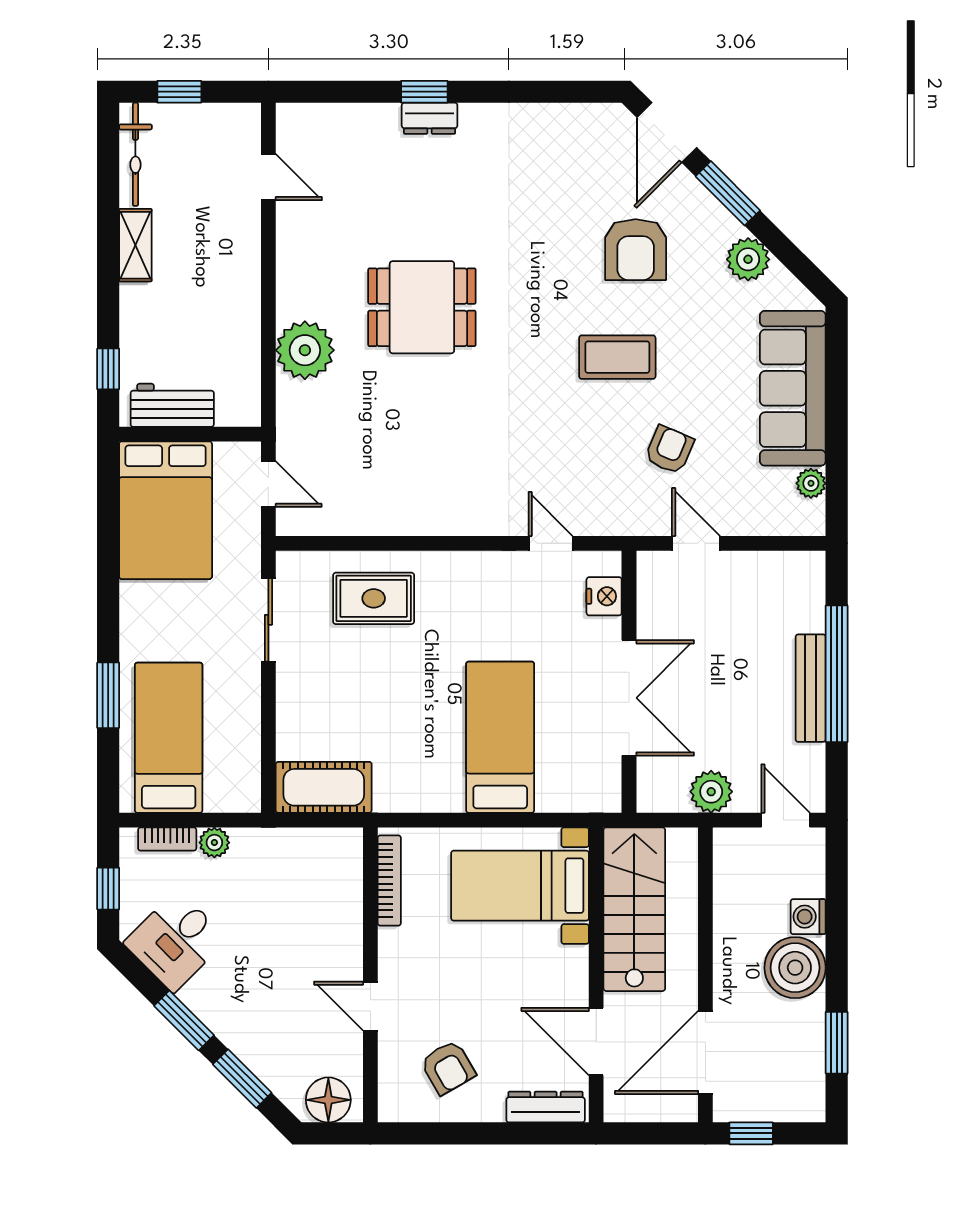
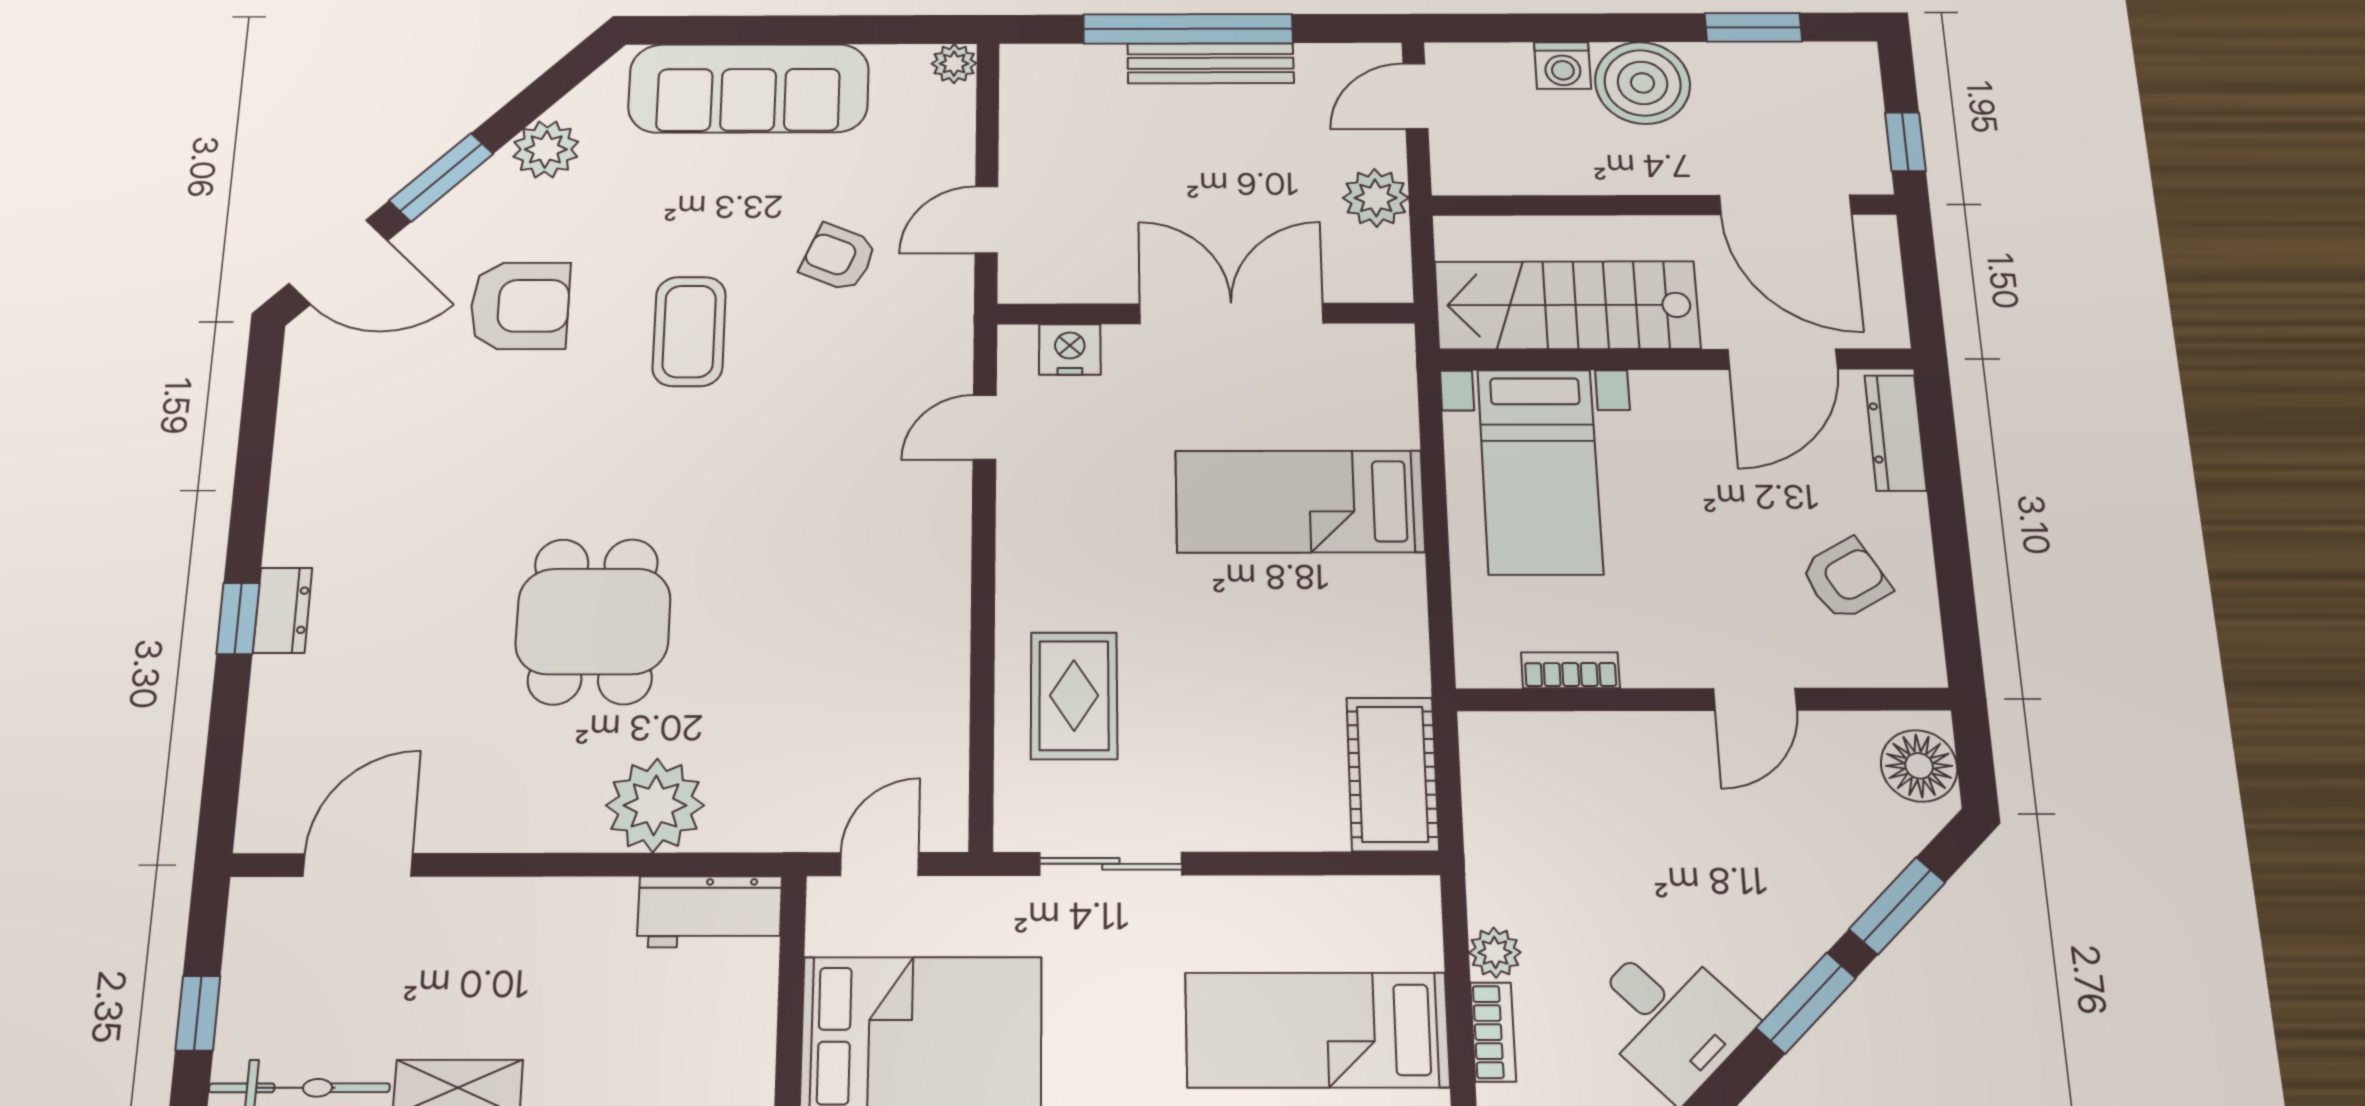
door: (268, 177) -> (358, 865), width x1.38
workbench: (172, 405) -> (710, 912), moved, turned -90
plant: (811, 483) -> (954, 64), moved
bookcase: (389, 880) -> (1570, 670), width x0.64

